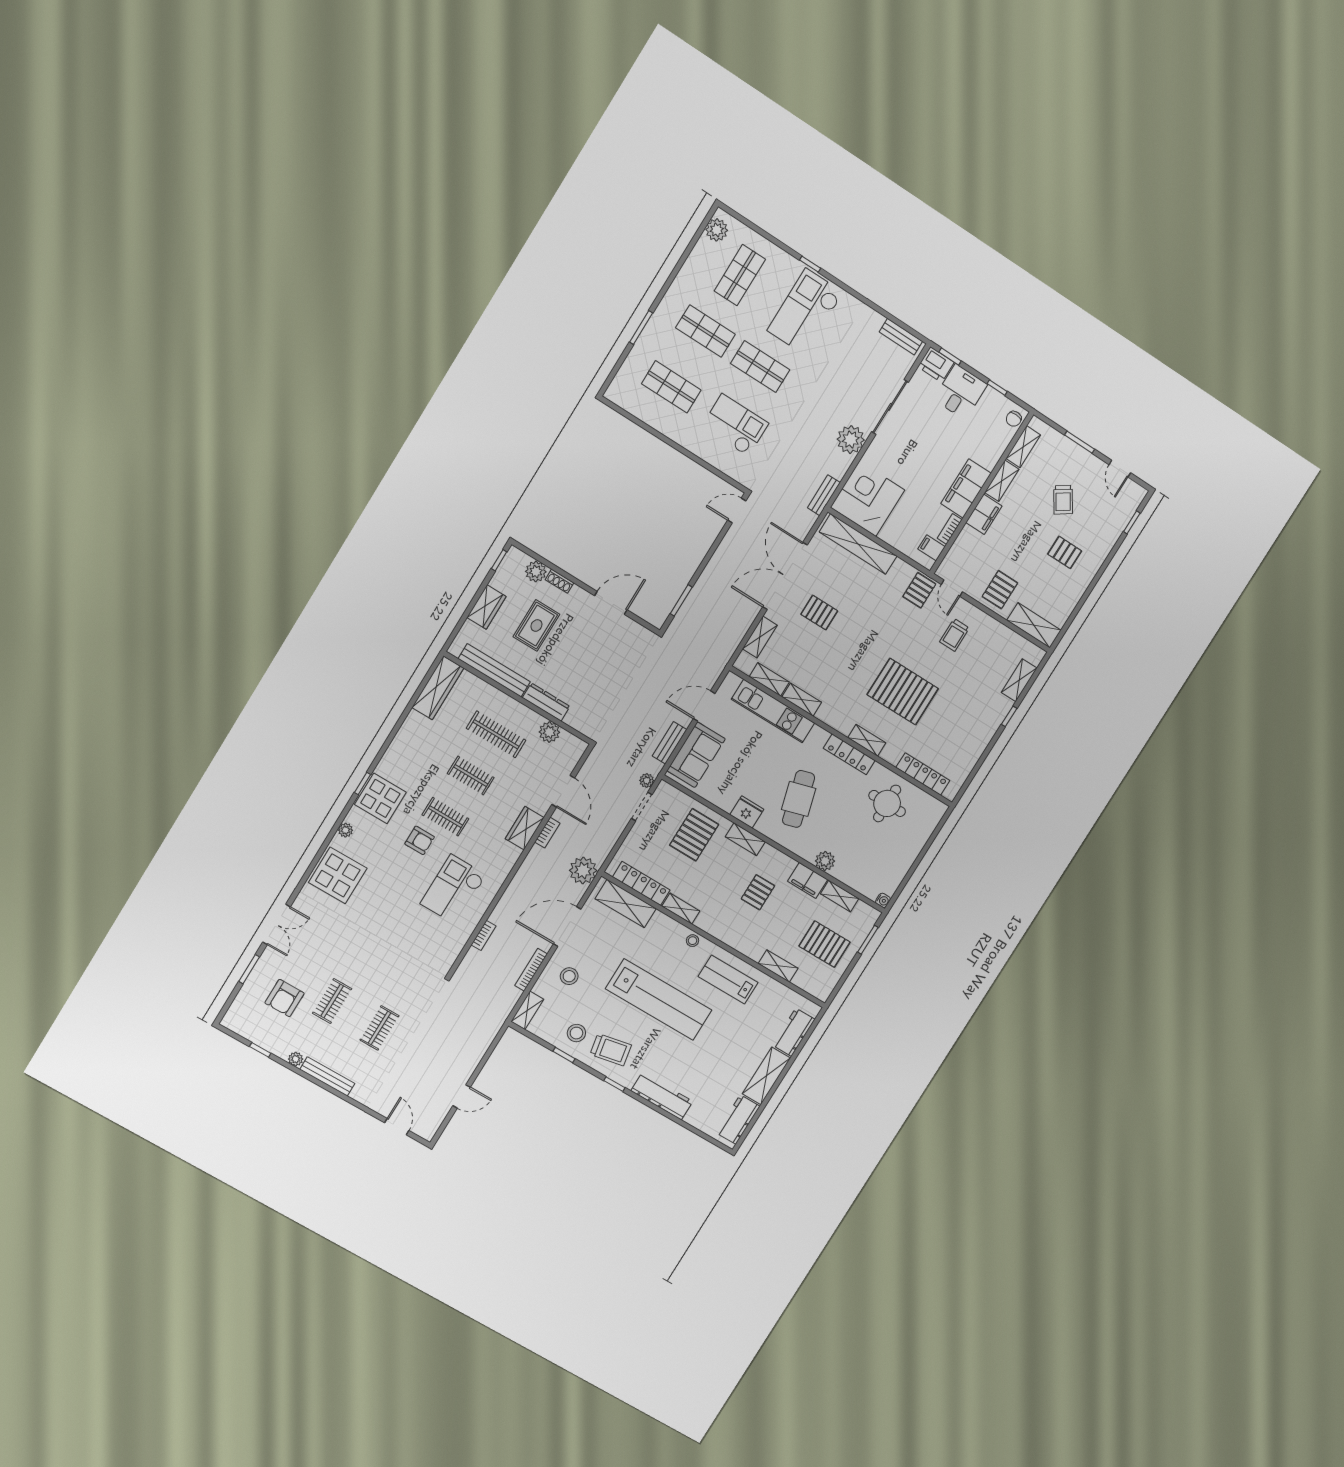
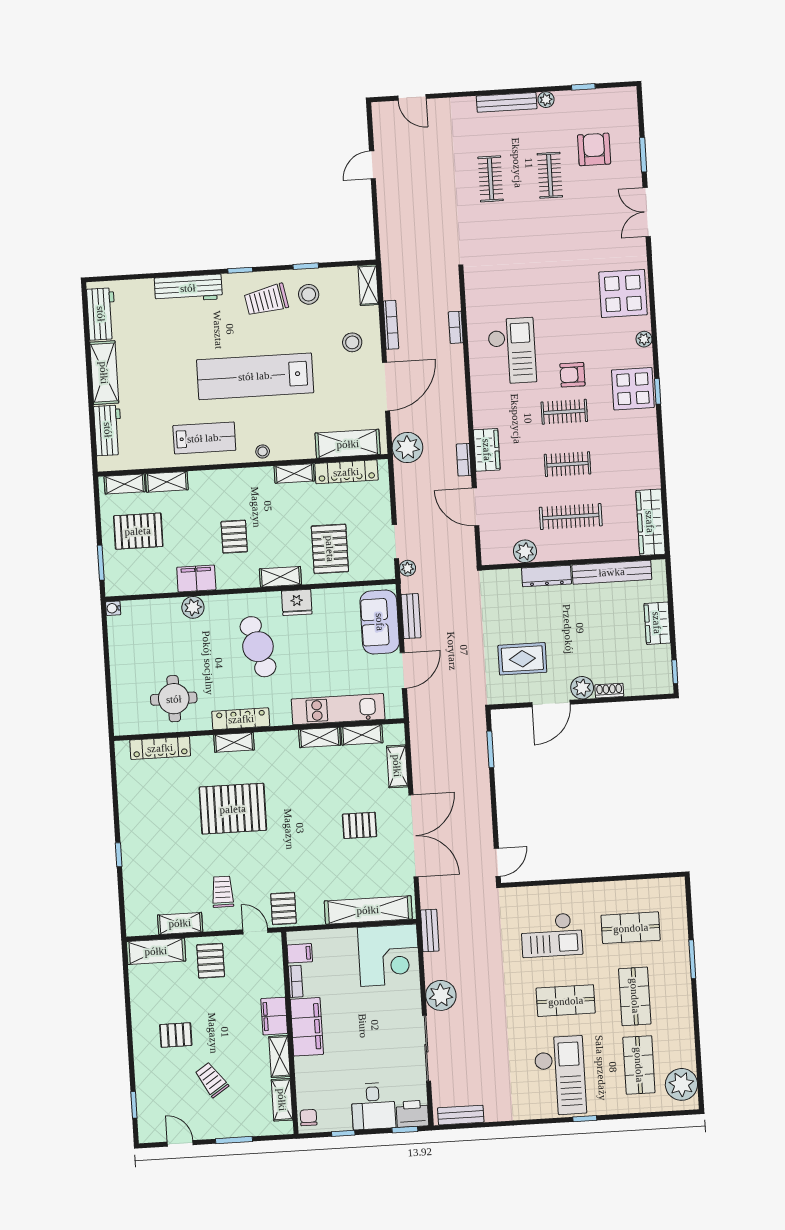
plant: (717, 230) -> (681, 1084), width x1.36, depth x1.36
shop shelf: (705, 331) -> (635, 996), turned 90
plant: (536, 572) -> (582, 688), moved
rug: (536, 625) -> (522, 659), moved, turned 90
shelving: (1019, 680) -> (180, 923), moved, turned 90
shelving: (840, 896) -> (125, 484), moved

